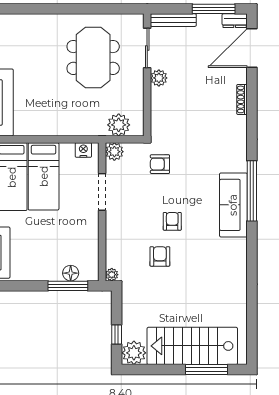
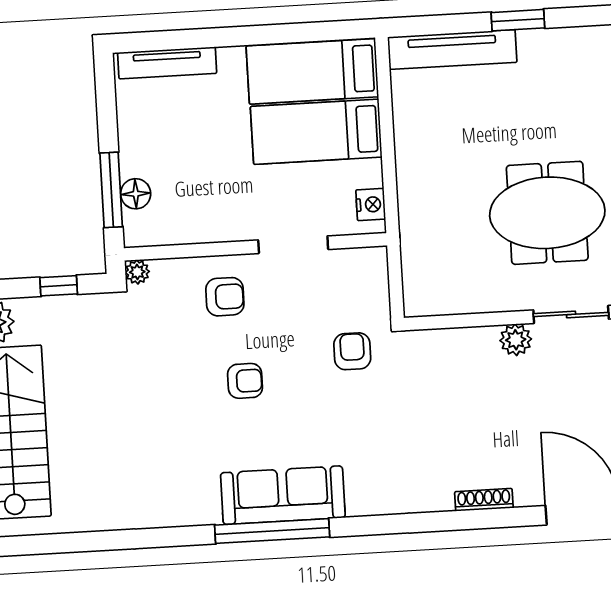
plant: (119, 125) -> (422, 269), removed
plant: (114, 152) -> (371, 264), removed
window: (252, 191) -> (272, 531), moved
armchair: (160, 256) -> (225, 297), moved
window: (117, 334) -> (59, 286), moved

